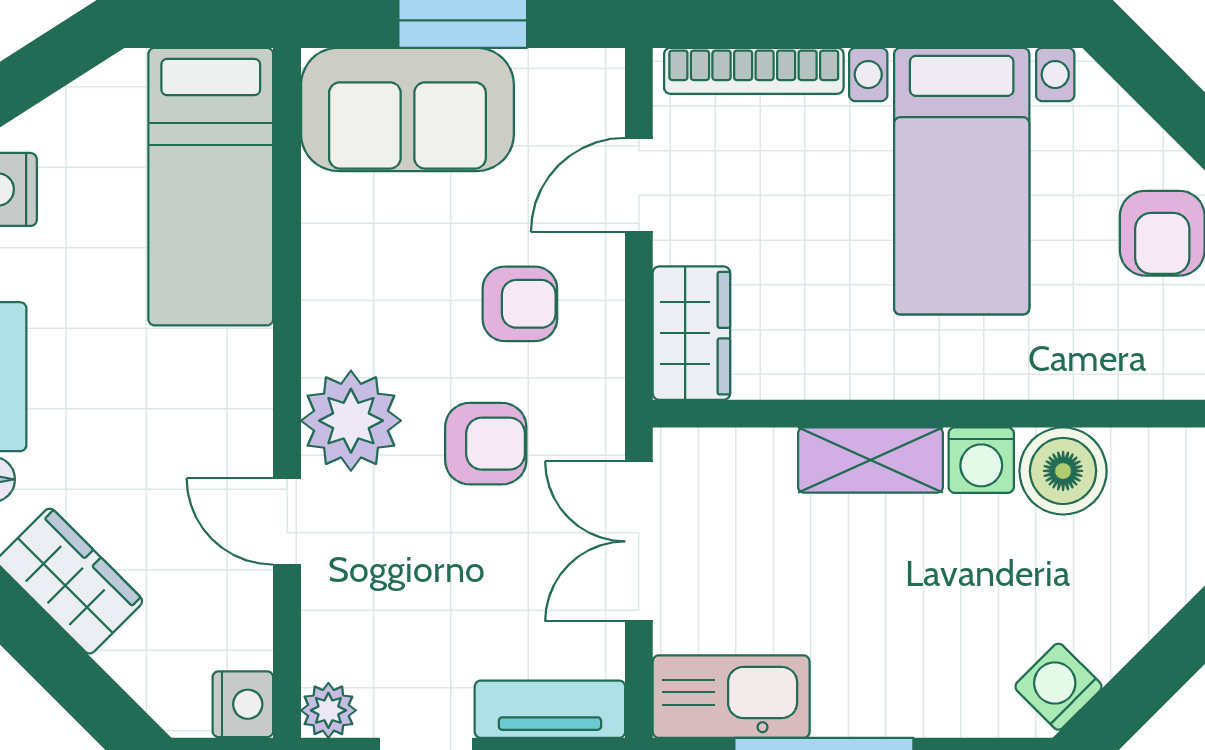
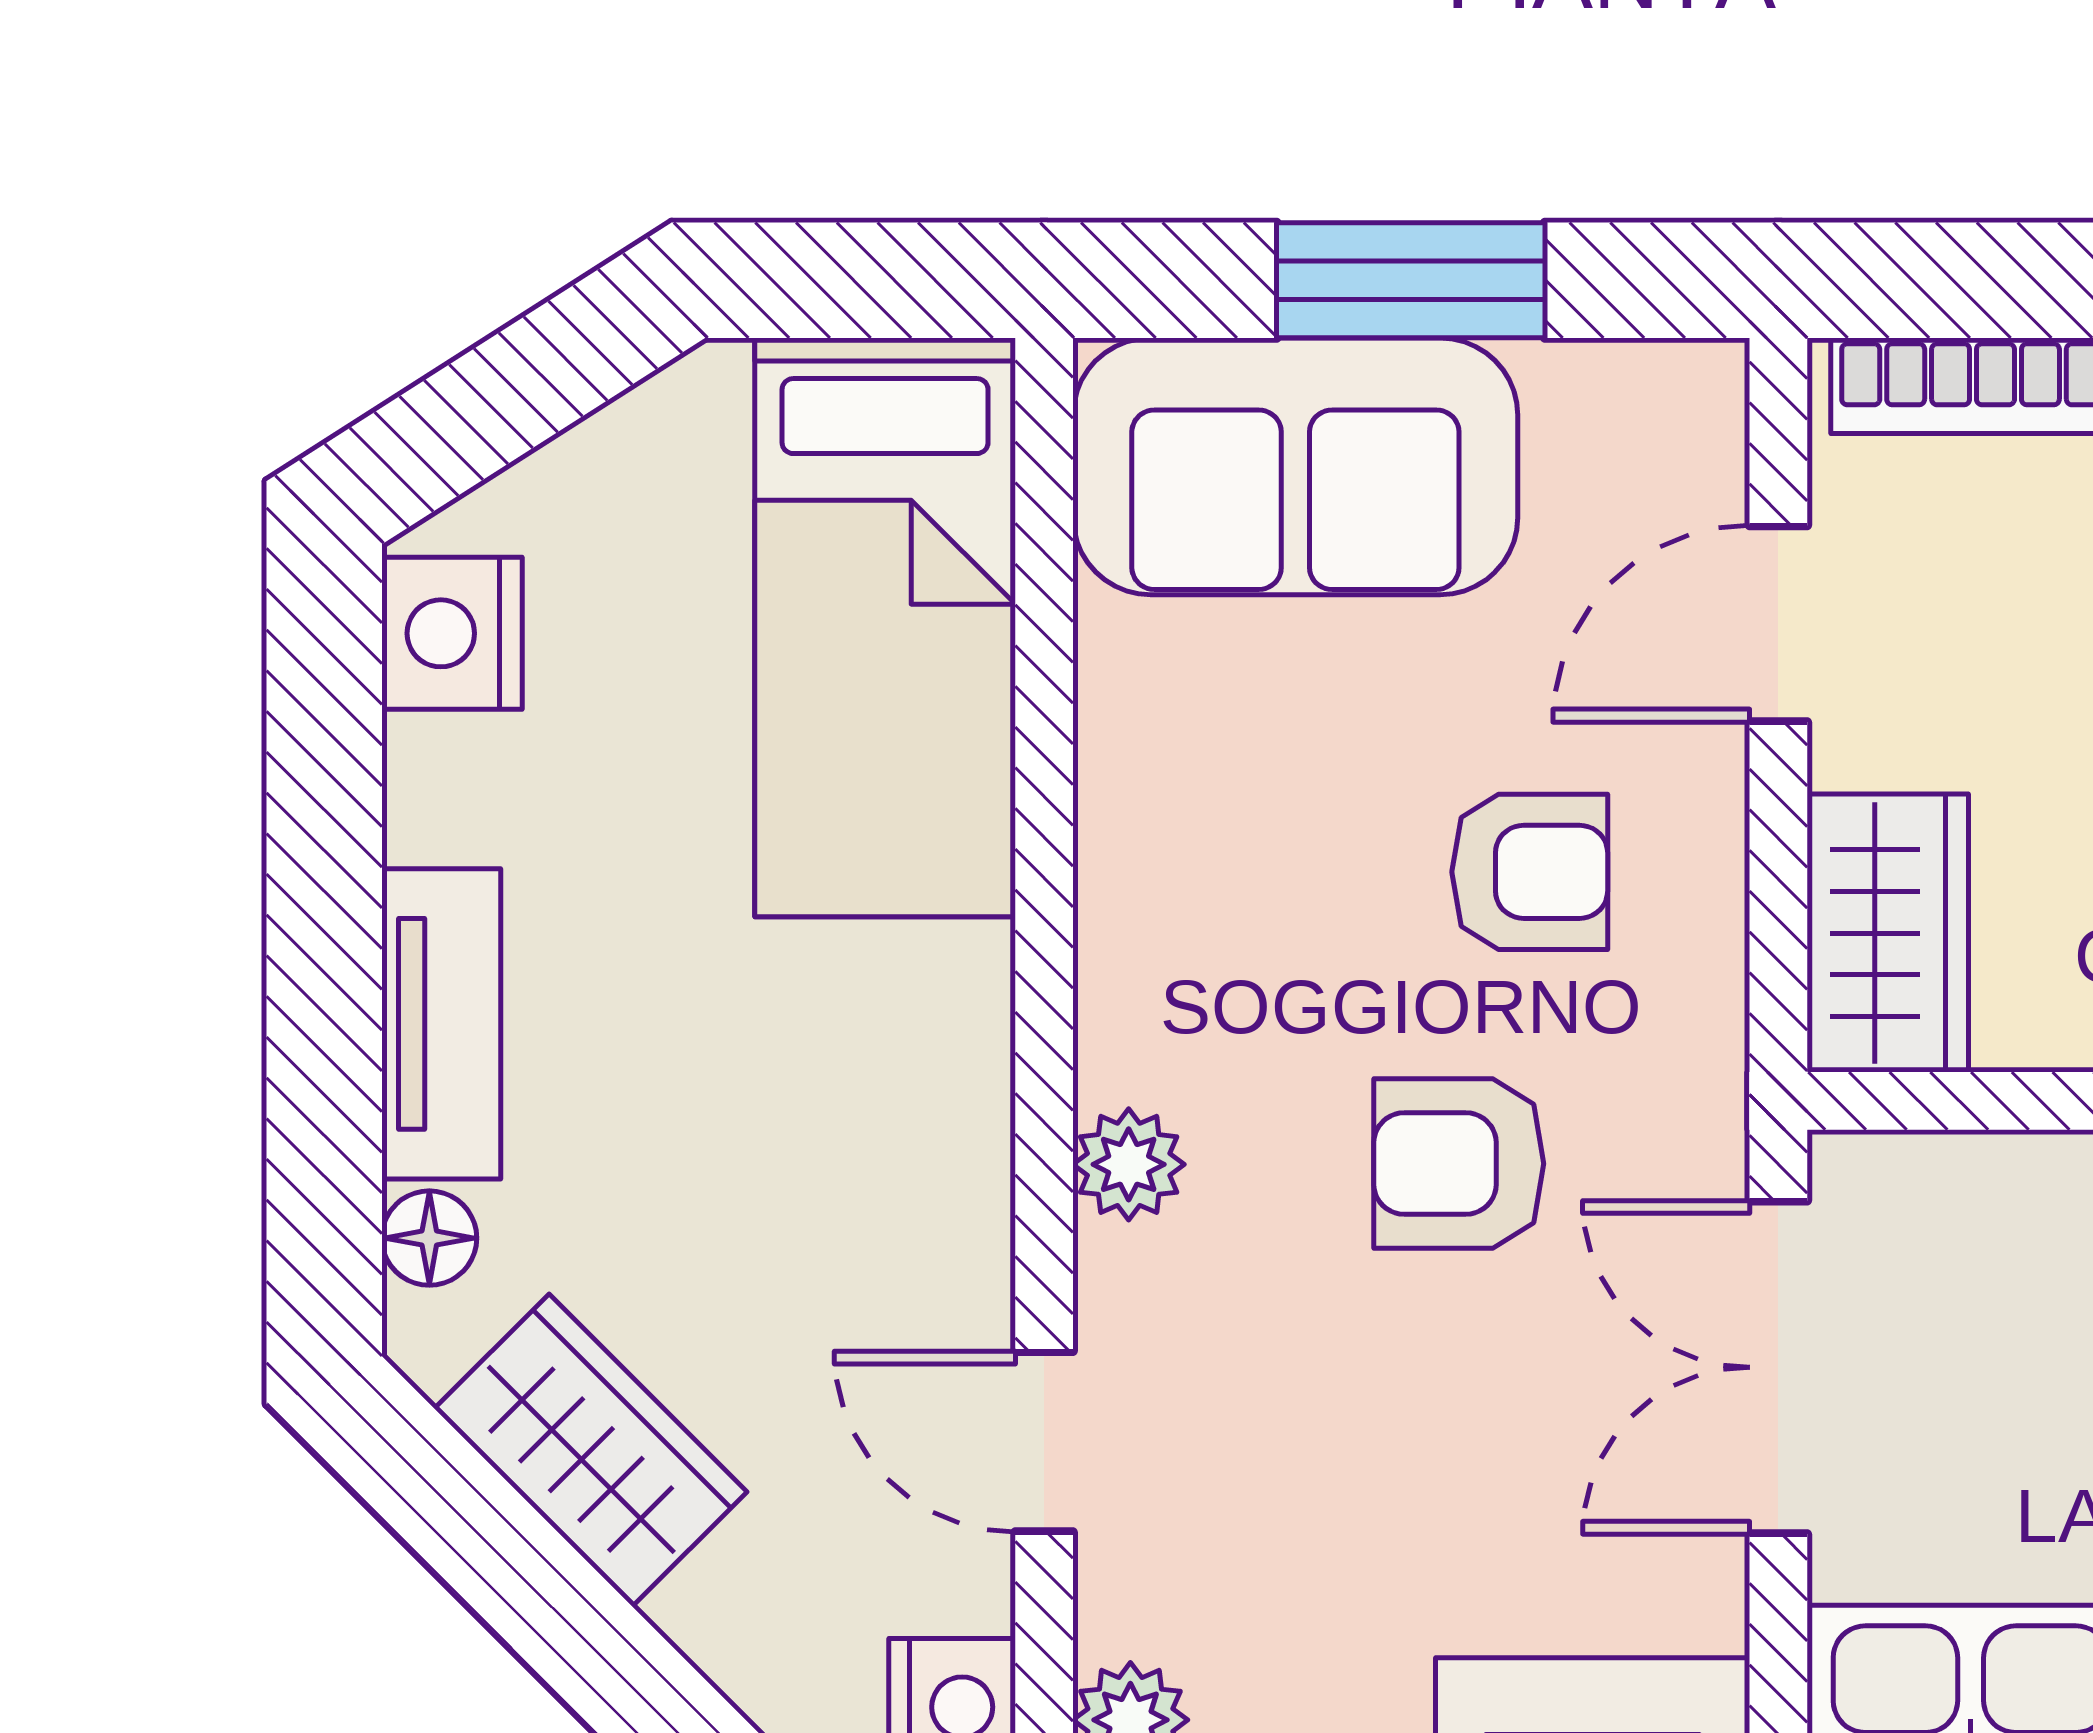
plant: (351, 421) -> (1129, 1164), width x0.53, depth x0.53
armchair: (486, 444) -> (1459, 1164), turned 180
door: (287, 521) -> (1044, 1442), moved

